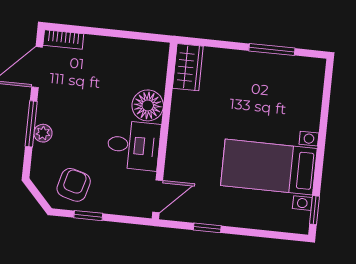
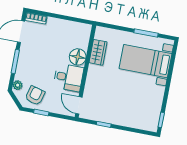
wardrobe: (188, 67) -> (98, 52), moved
plant: (43, 133) -> (18, 85), moved
bed with nightstands: (269, 167) -> (145, 61), moved
door: (158, 196) -> (79, 105), swing flipped

